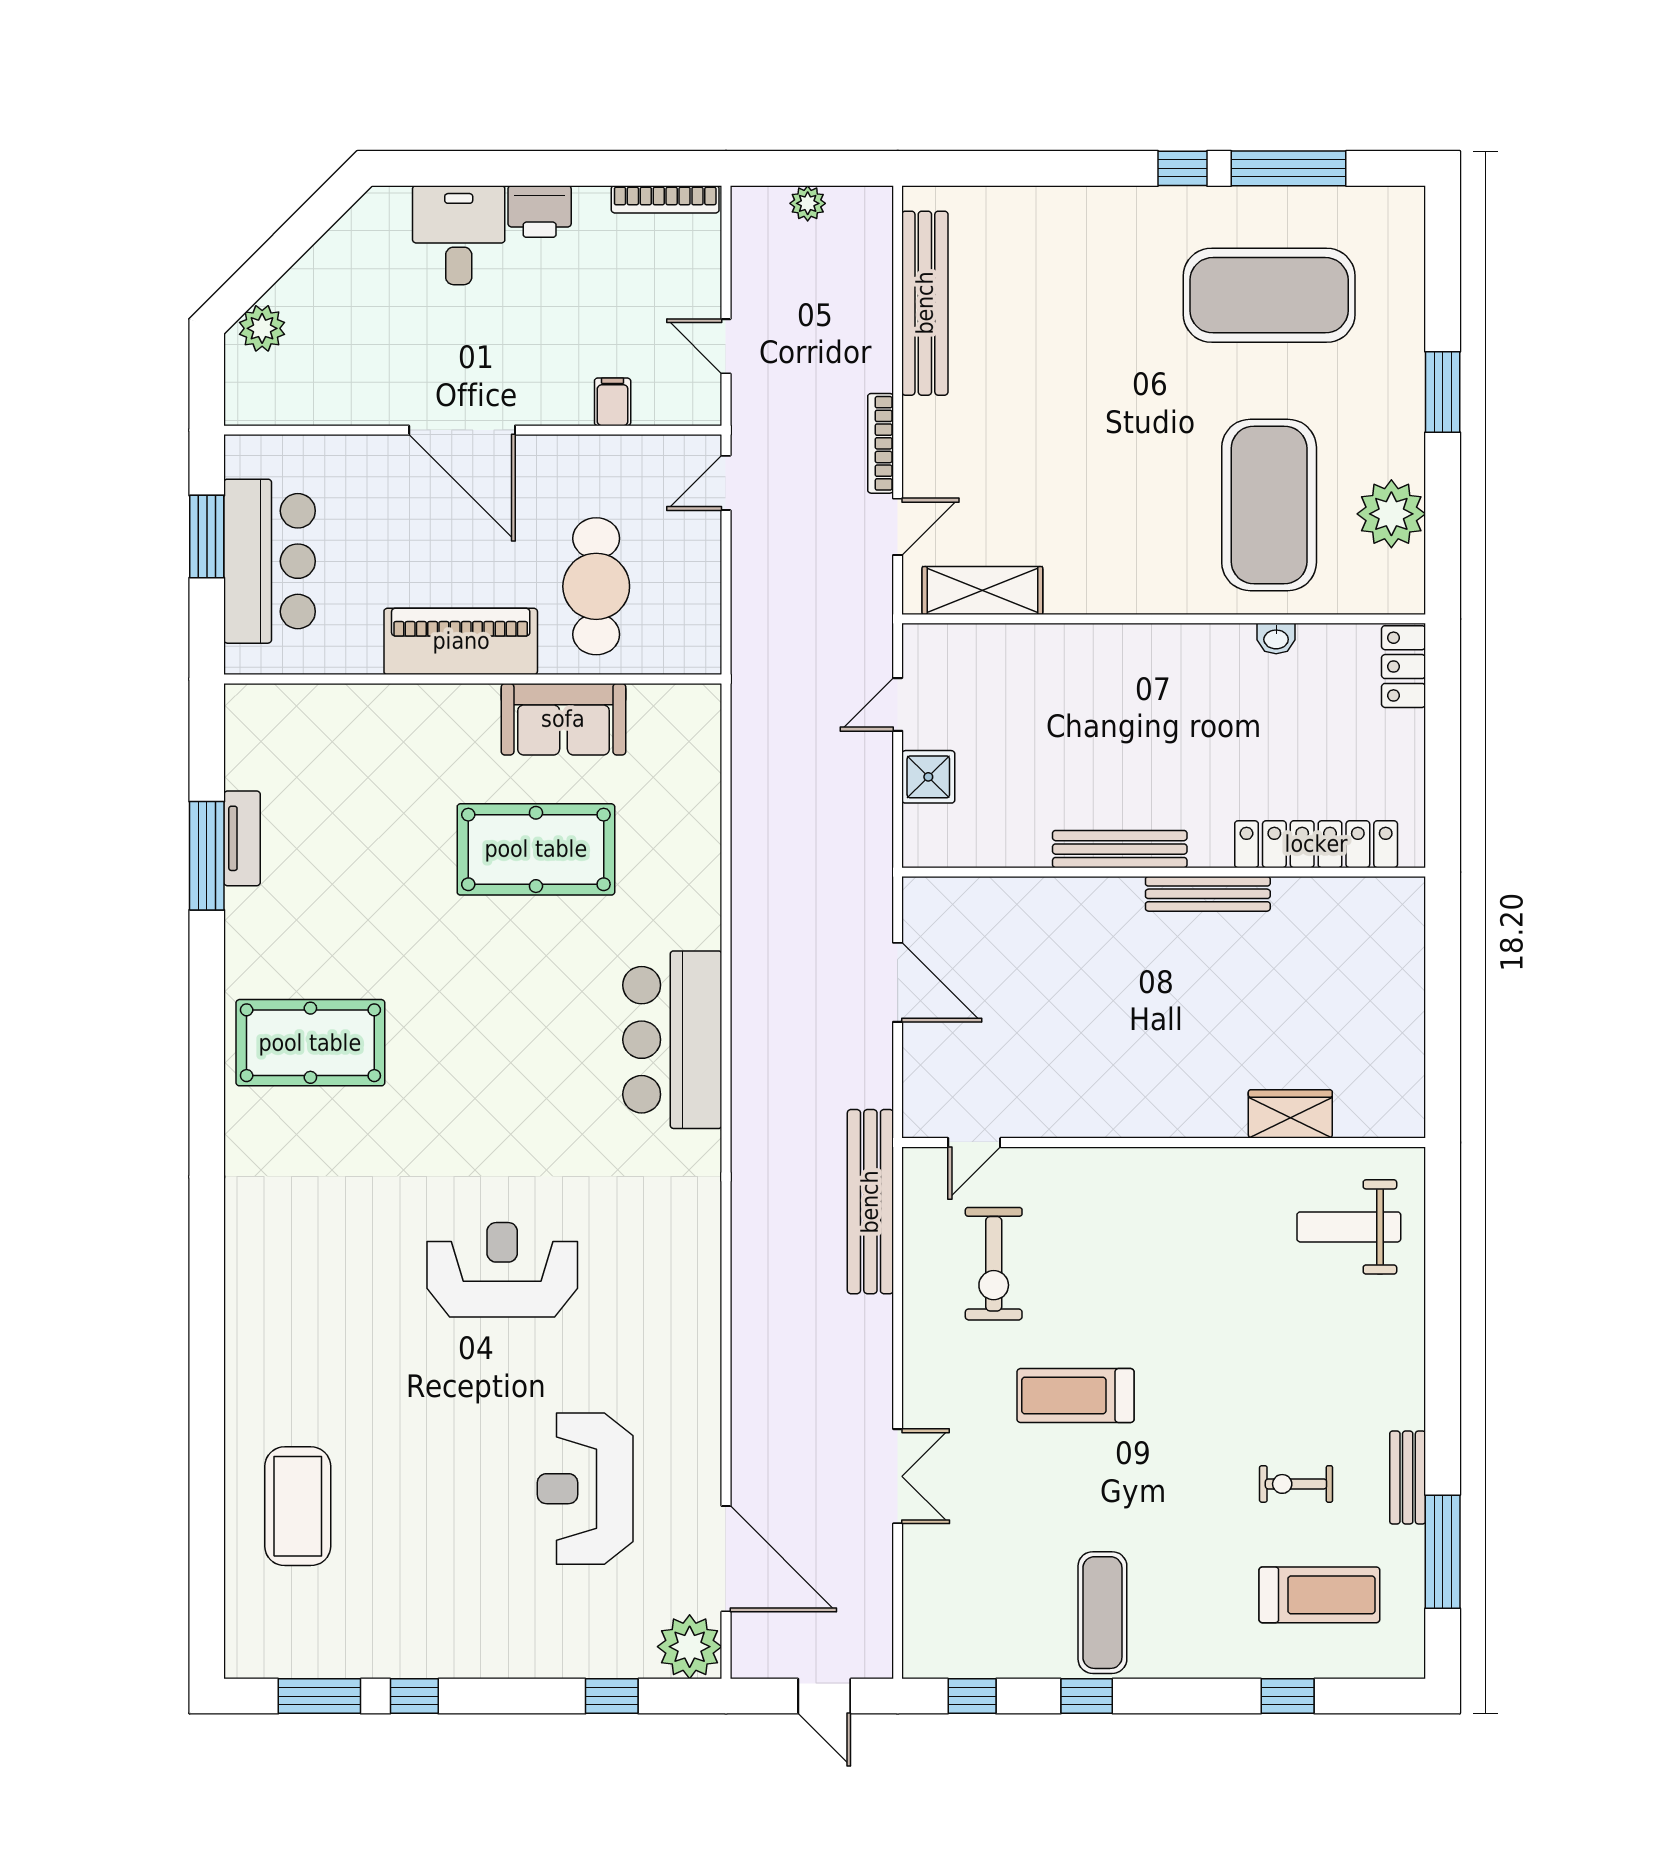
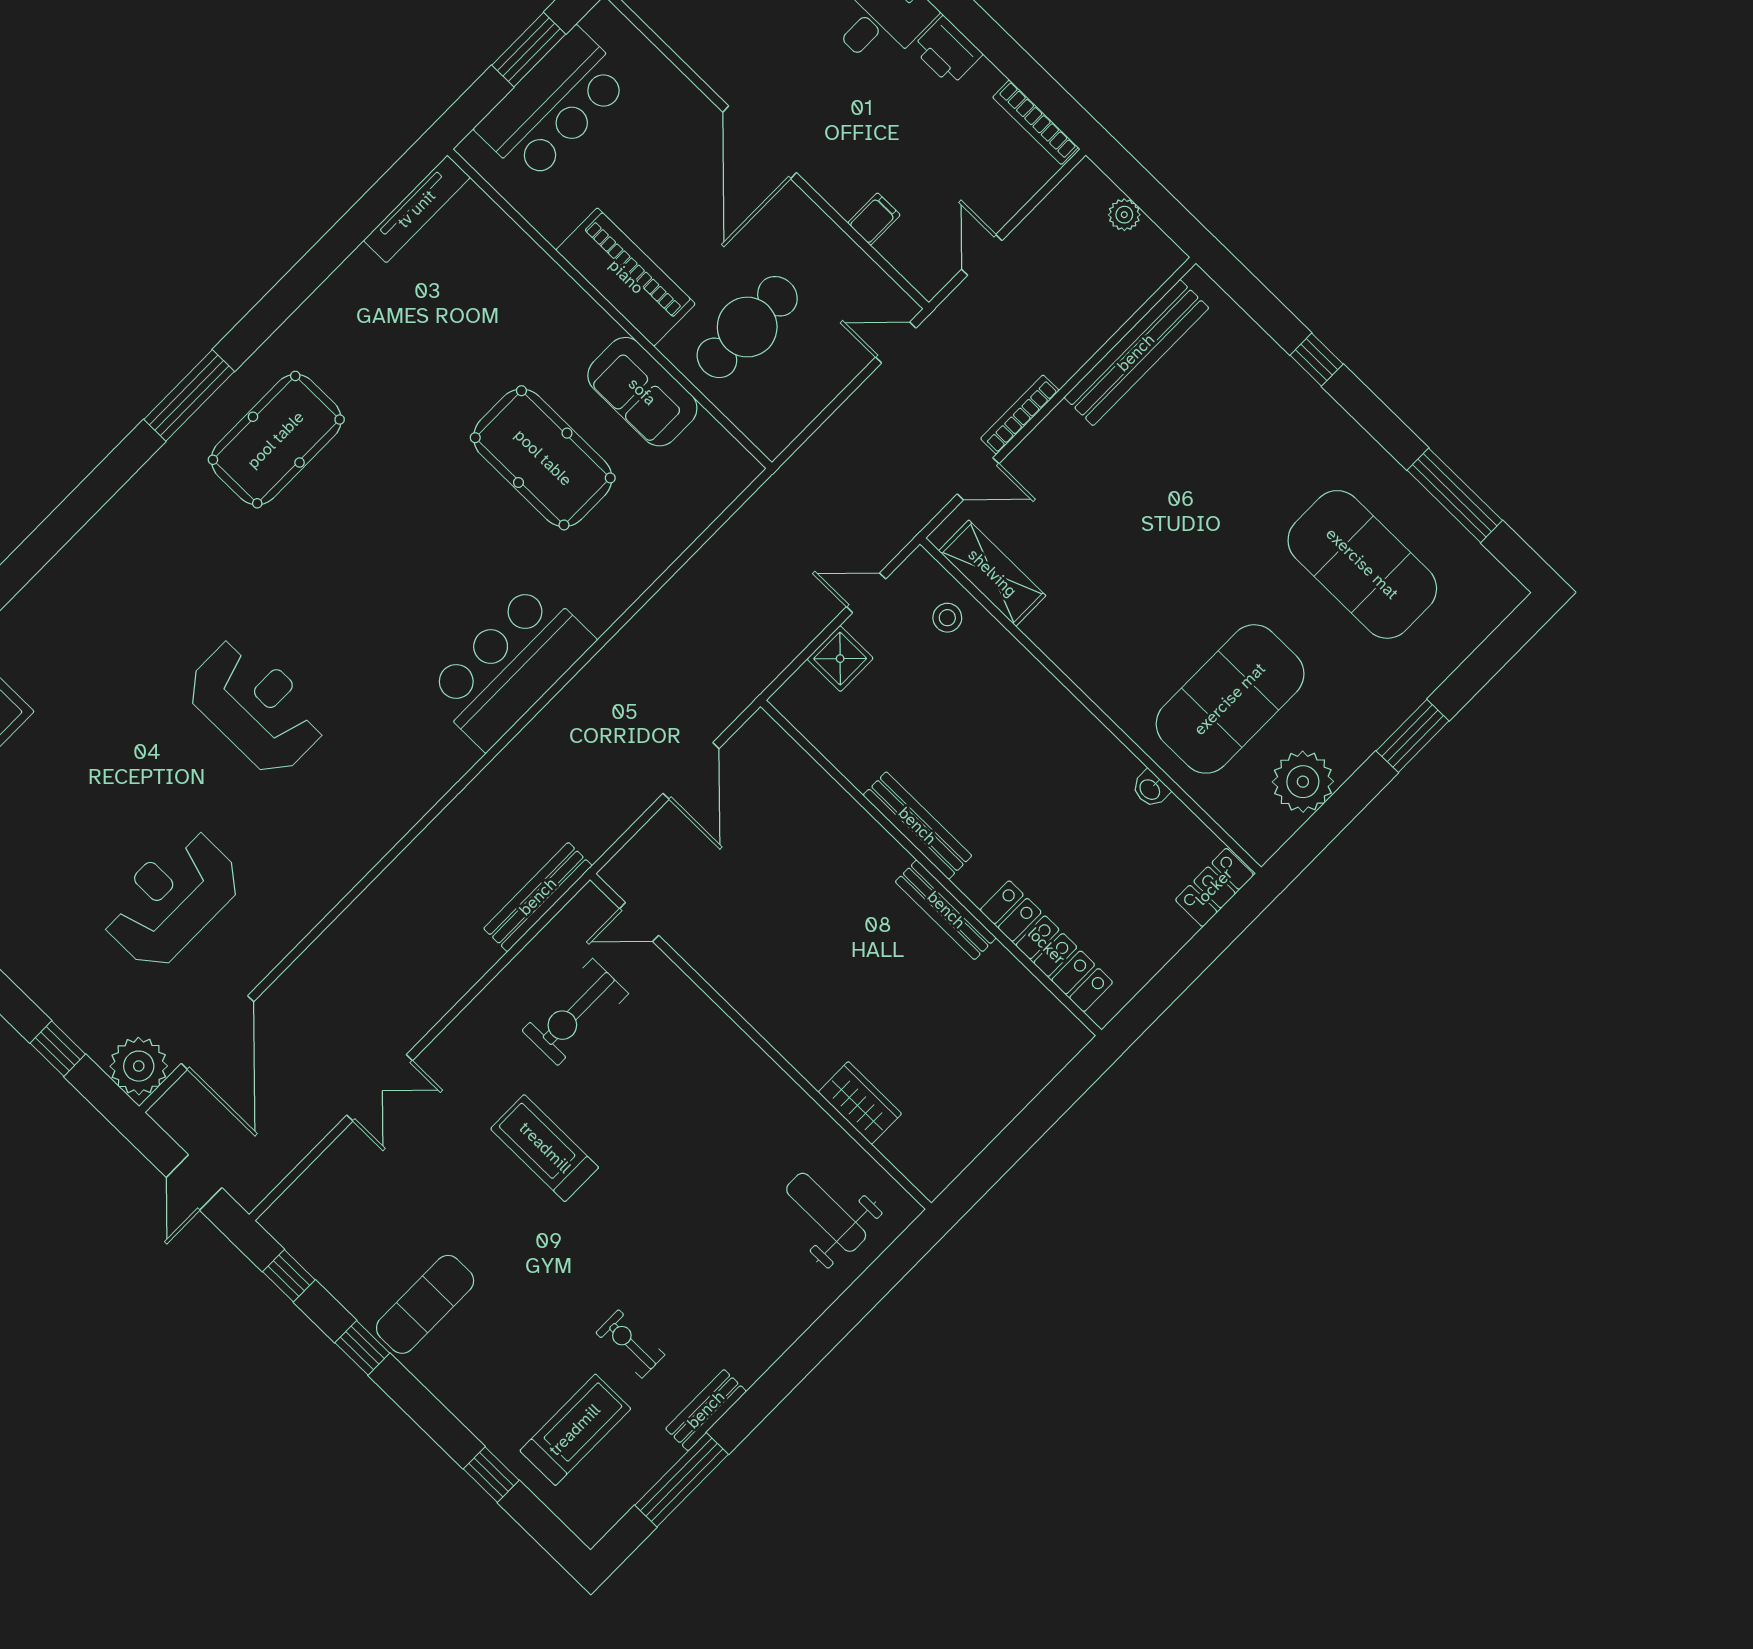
window: (1182, 168) -> (1317, 360), moved
stool: (981, 661) -> (947, 618), added
tv unit: (242, 838) -> (417, 209), moved, width x1.41
window: (207, 856) -> (189, 395), moved
pool table: (310, 1043) -> (276, 440), turned 90
bench: (870, 1202) -> (538, 897), width x0.73, depth x0.82
treadmill: (1319, 1595) -> (575, 1430), turned -90

